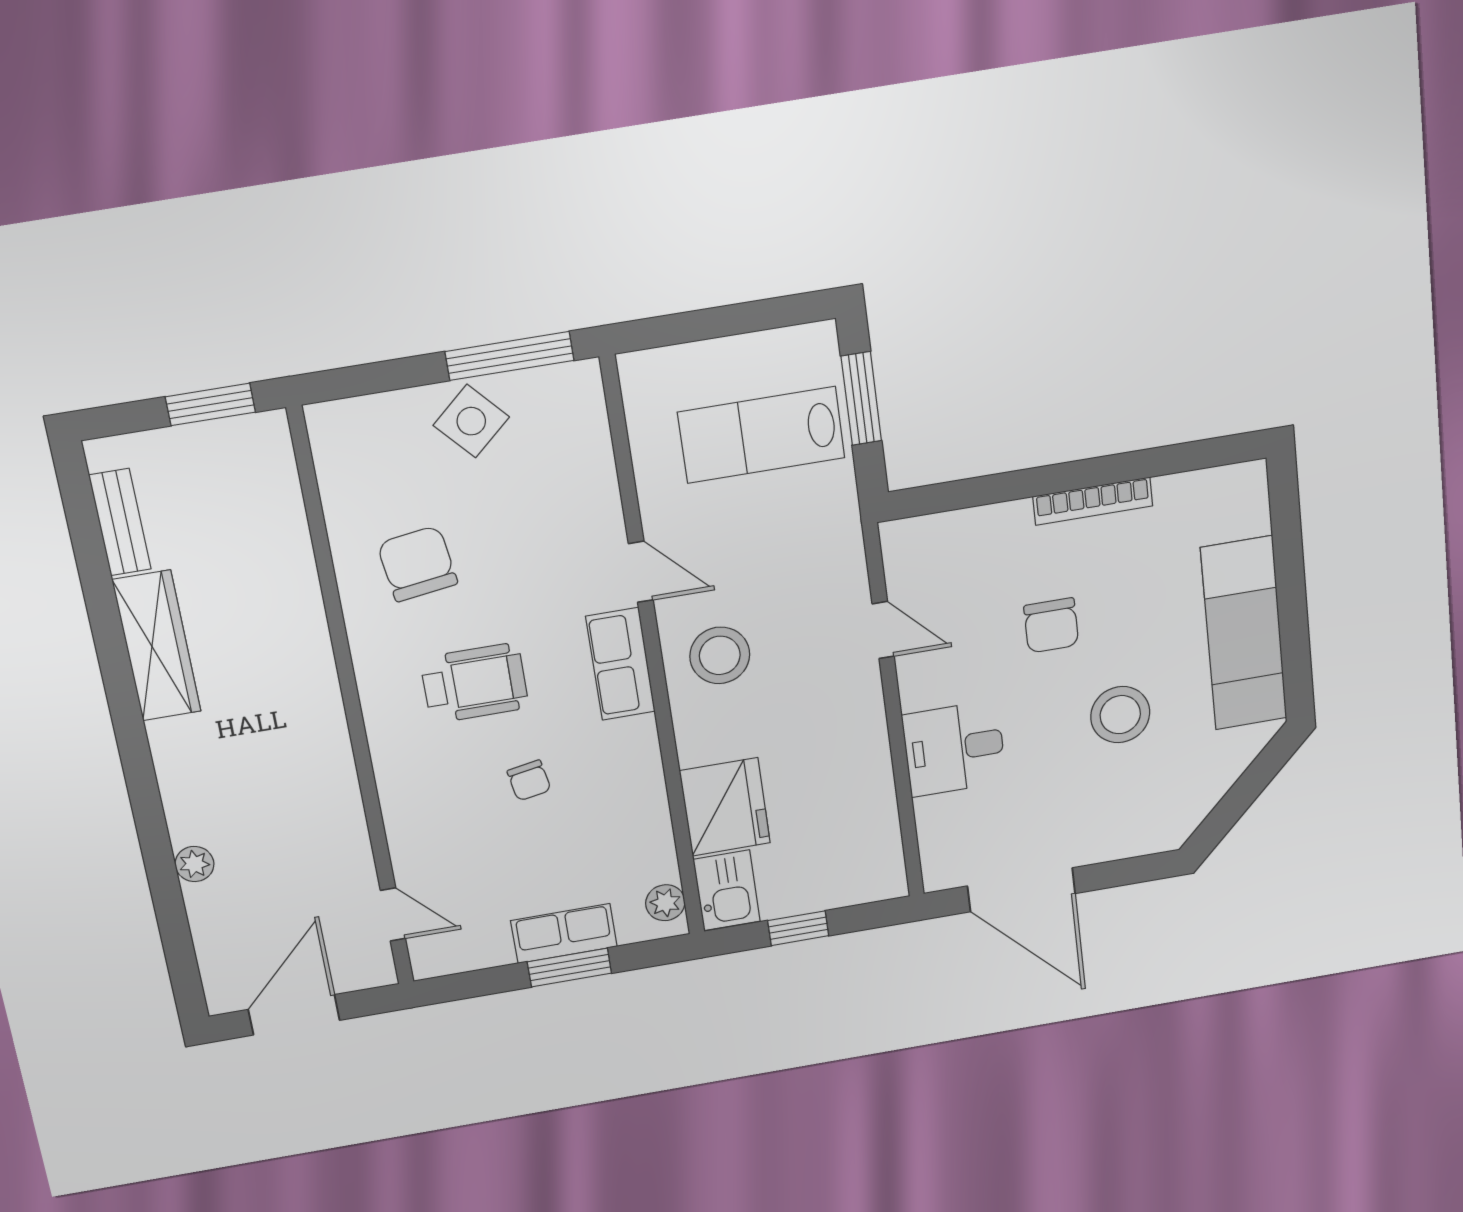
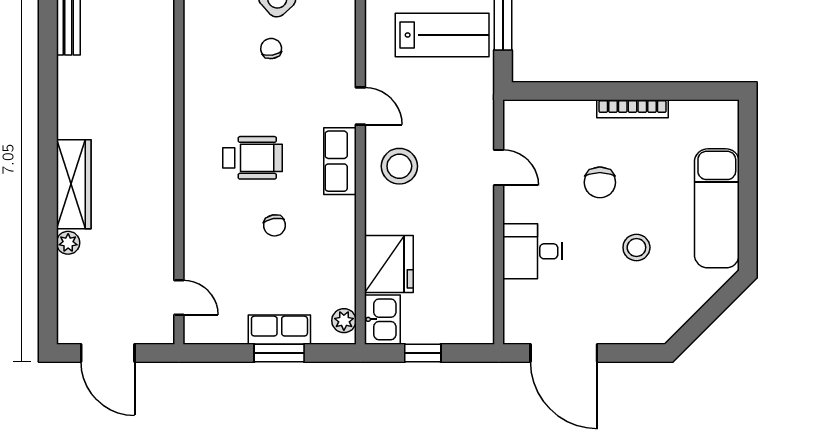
lab bench: (761, 435) -> (442, 35), turned 180
chair: (417, 564) -> (271, 49), moved, width x0.54, depth x0.54
wardrobe: (157, 646) -> (74, 184), moved
stool: (1120, 715) -> (636, 247), width x0.73, depth x0.73
door: (294, 1015) -> (108, 353), swing flipped

